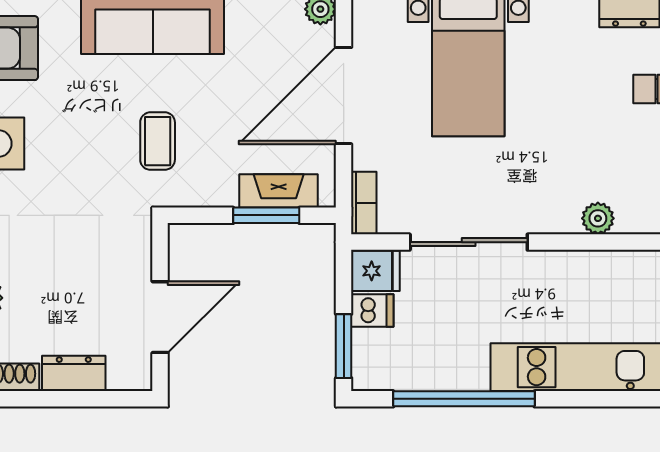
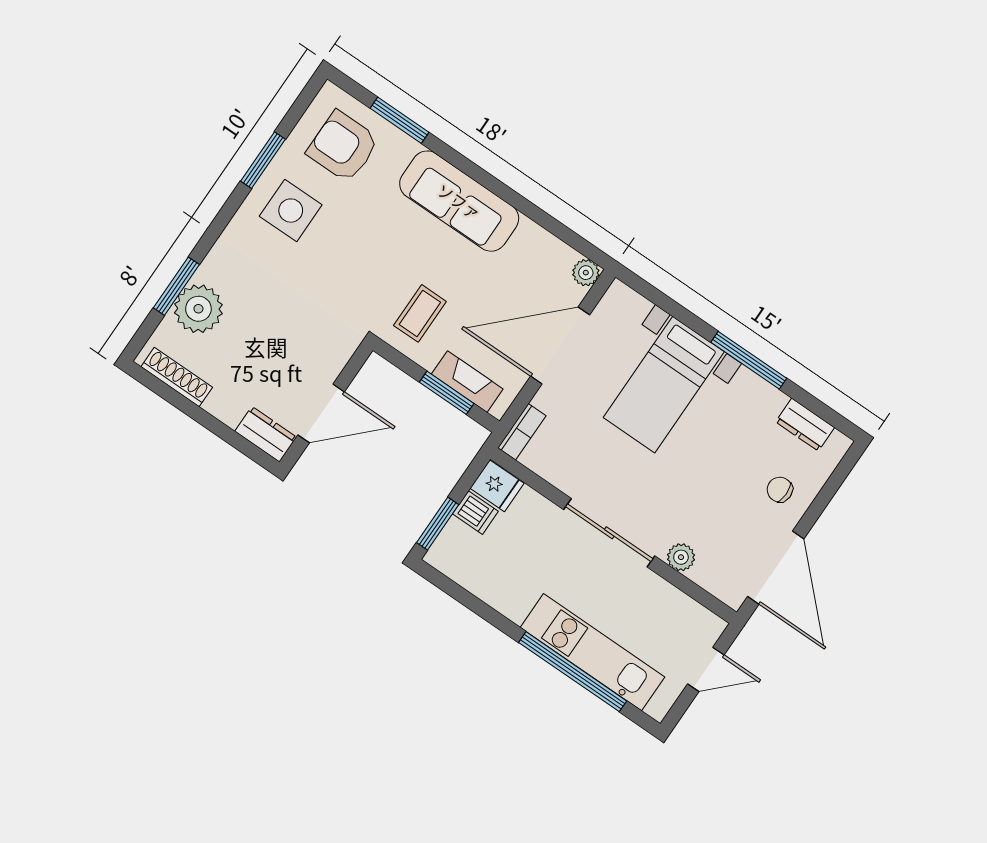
coffee table: (158, 141) -> (420, 313), moved
sliding door: (469, 242) -> (609, 533), moved
dresser: (74, 373) -> (266, 434), moved
window: (464, 399) -> (573, 672), moved

